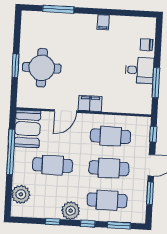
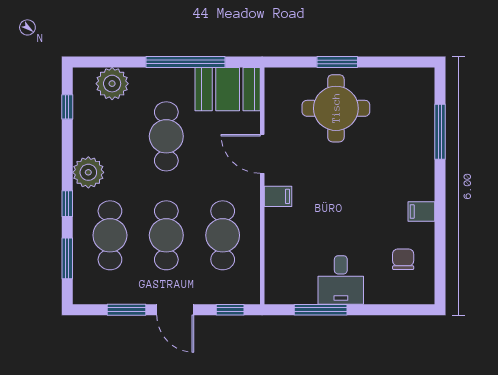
chair: (146, 45) -> (403, 259), moved
filing cabinet: (90, 103) -> (278, 196), width x0.50
window: (53, 222) -> (67, 107), moved

